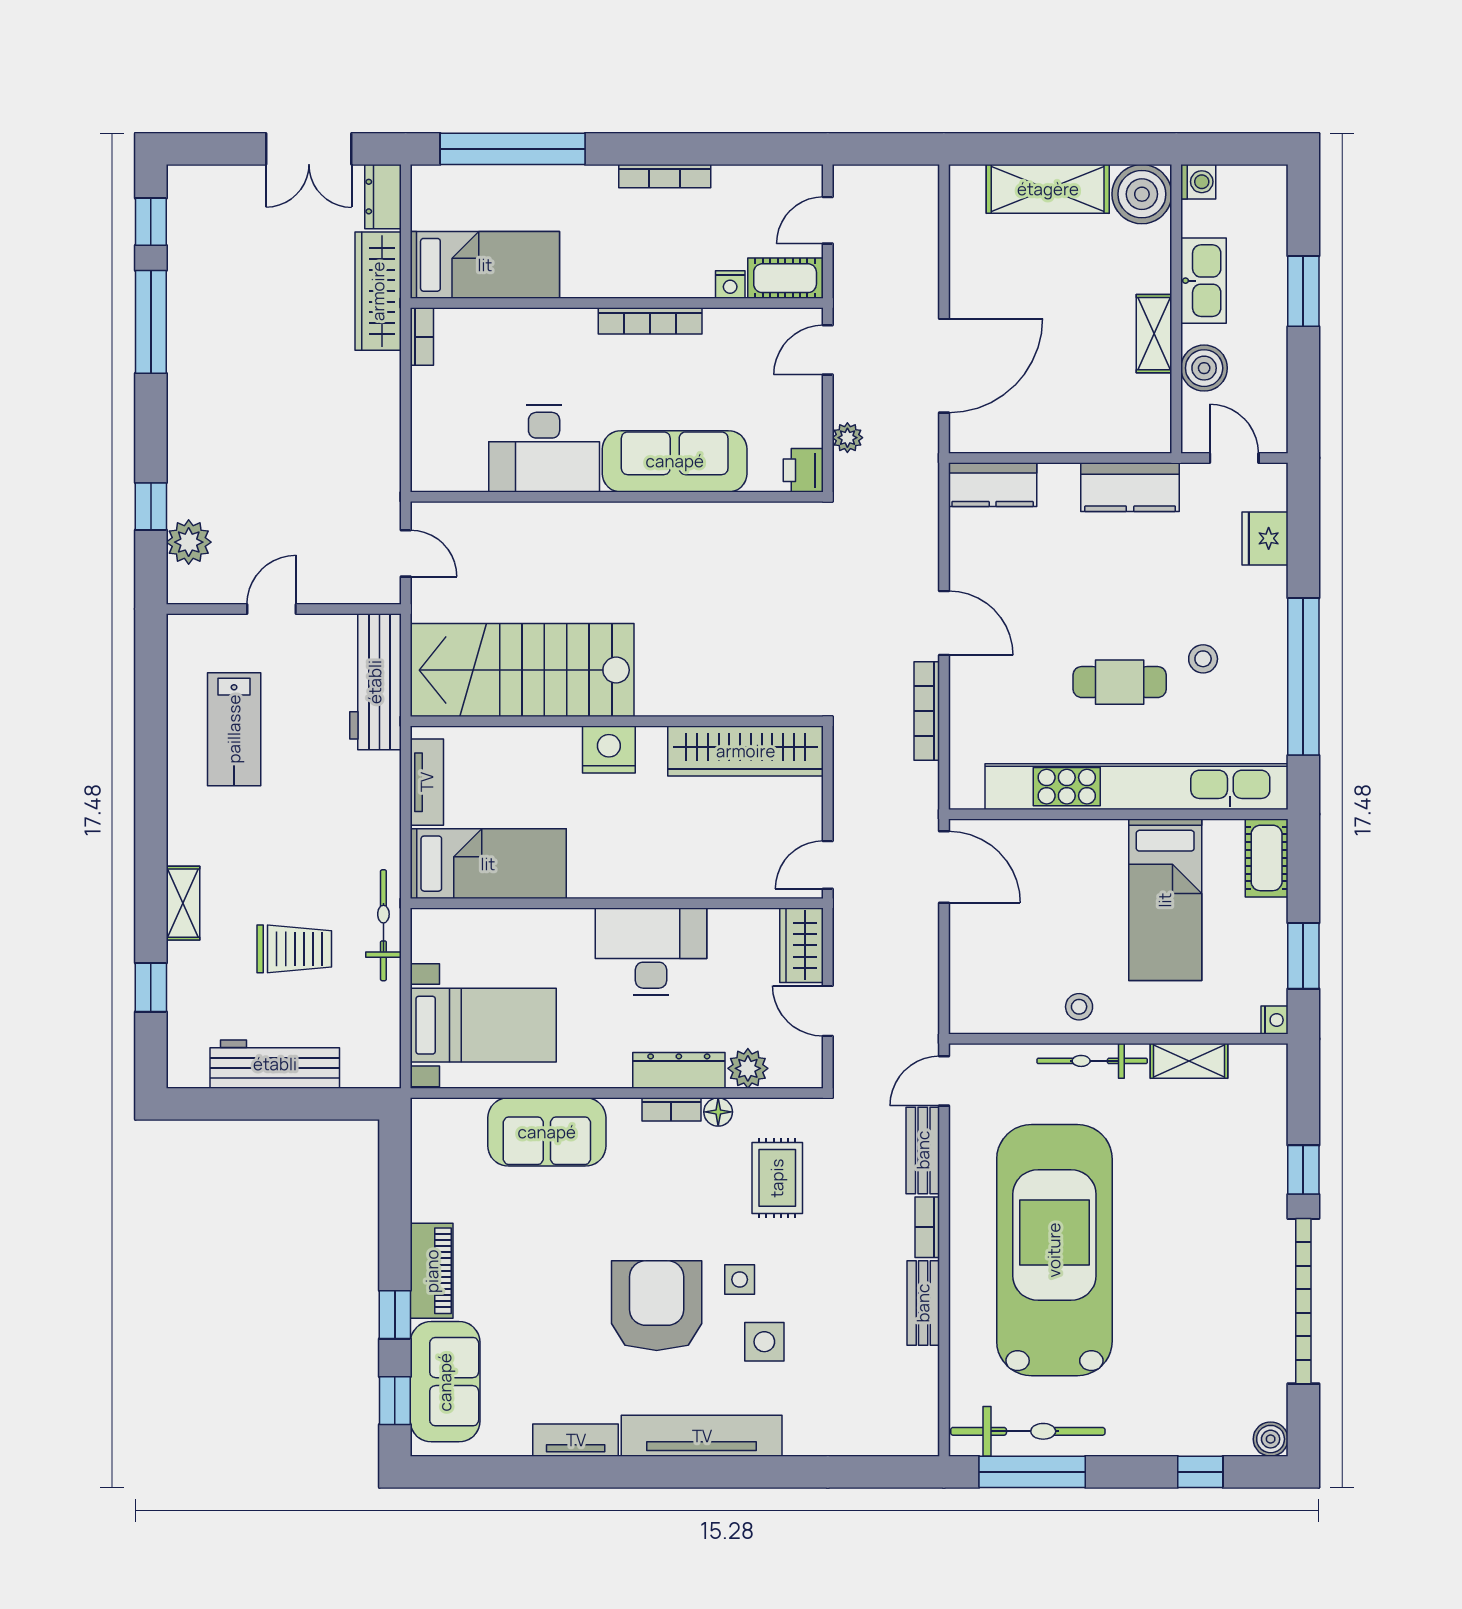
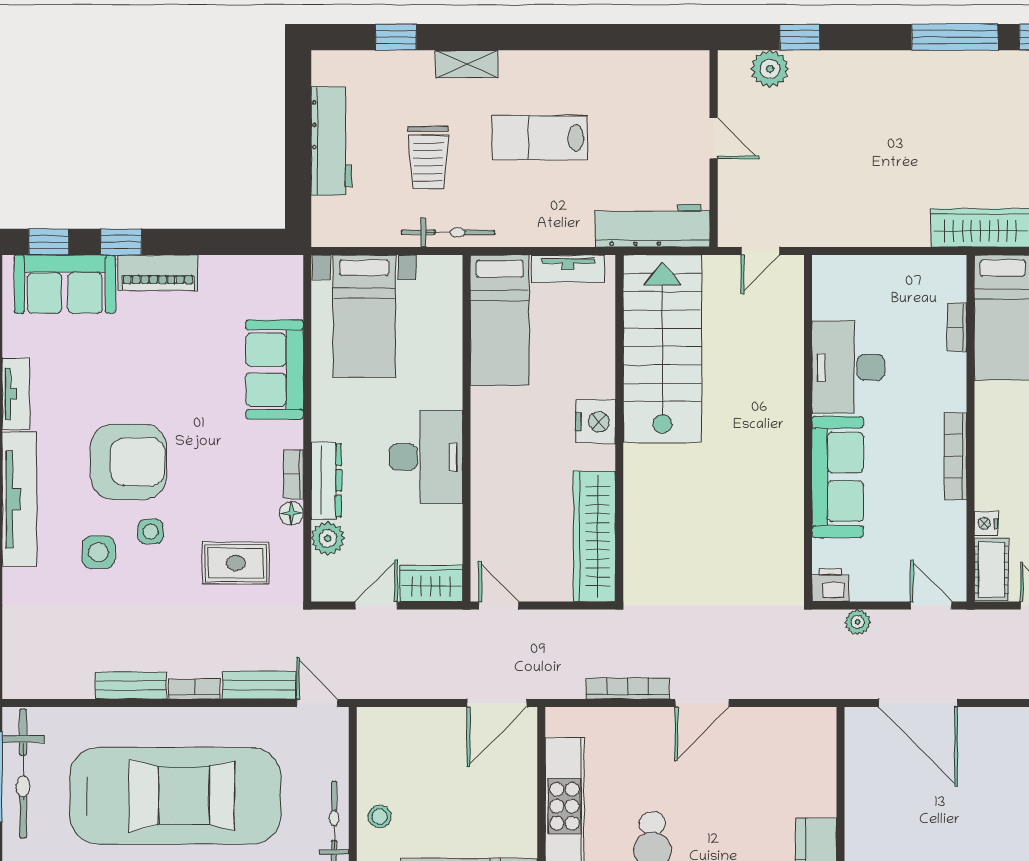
bookcase: (422, 337) -> (957, 327), moved, turned 90
kitchen counter: (993, 485) -> (818, 744), removed
lab bench: (234, 729) -> (540, 138), moved

